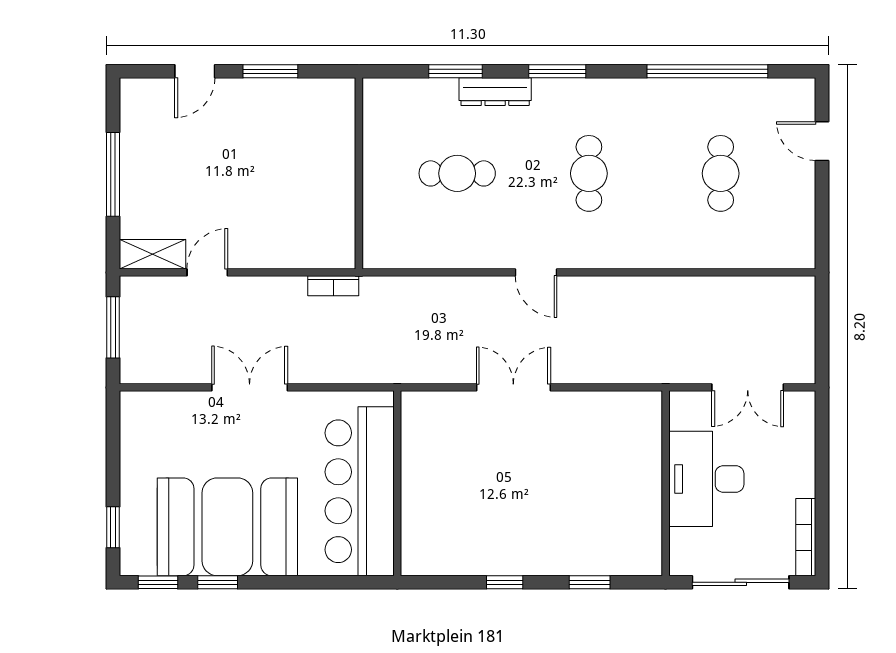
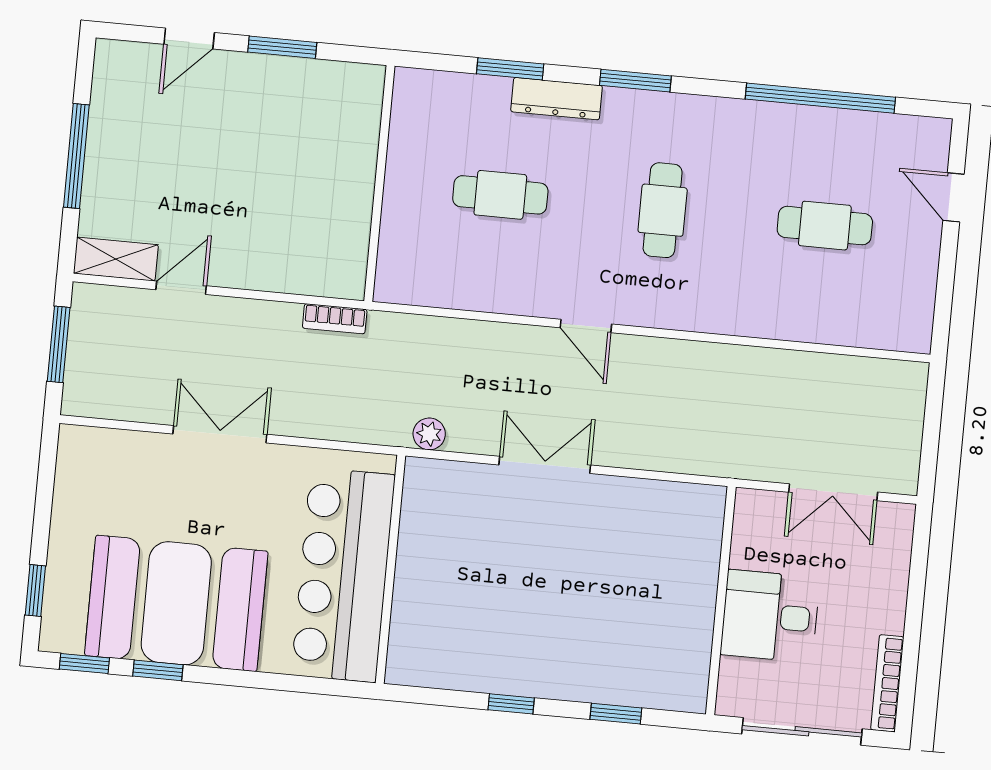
cafe table: (721, 173) -> (825, 226), turned 90
plant: (418, 371) -> (429, 434), added
desk: (706, 479) -> (770, 616), width x0.73

